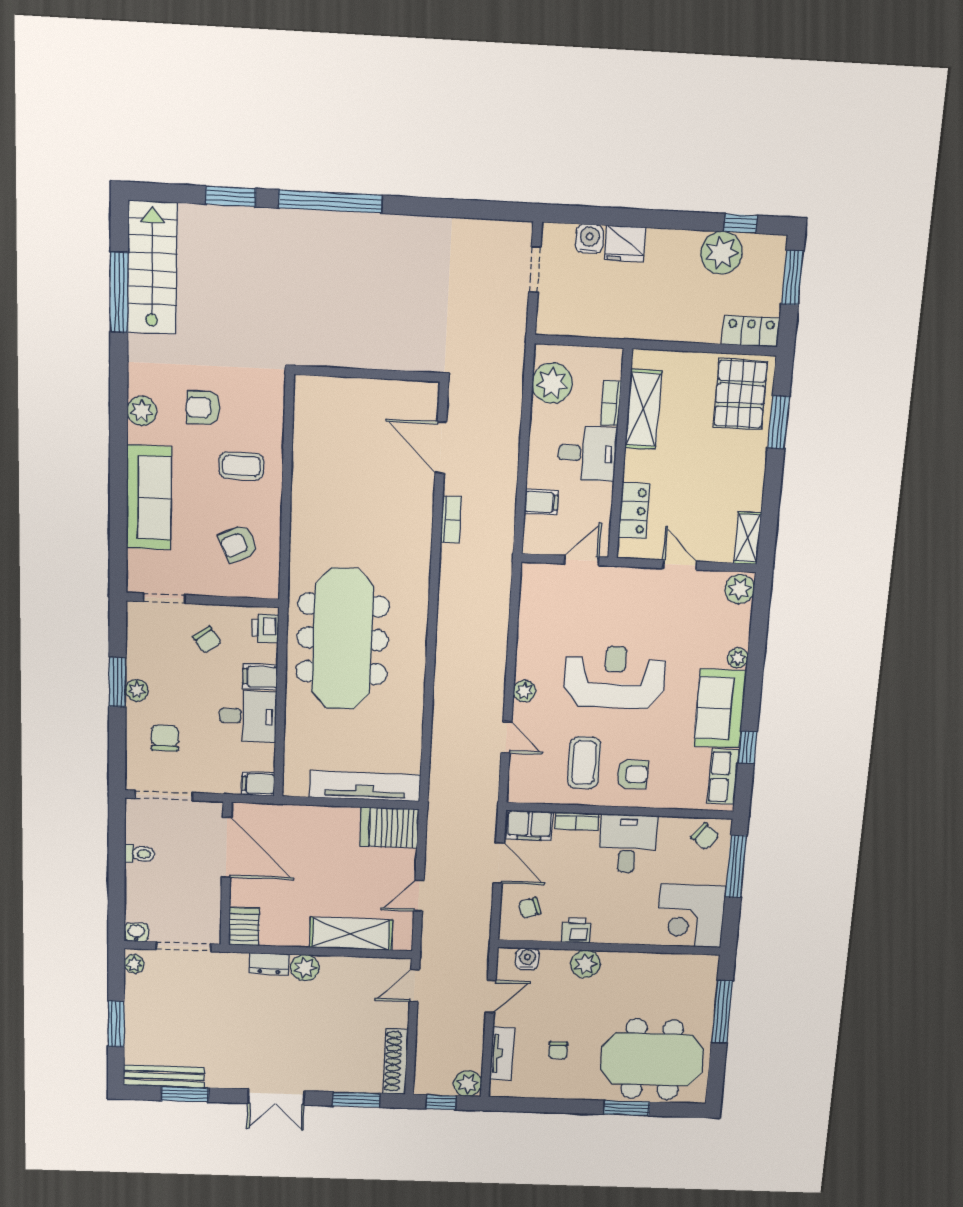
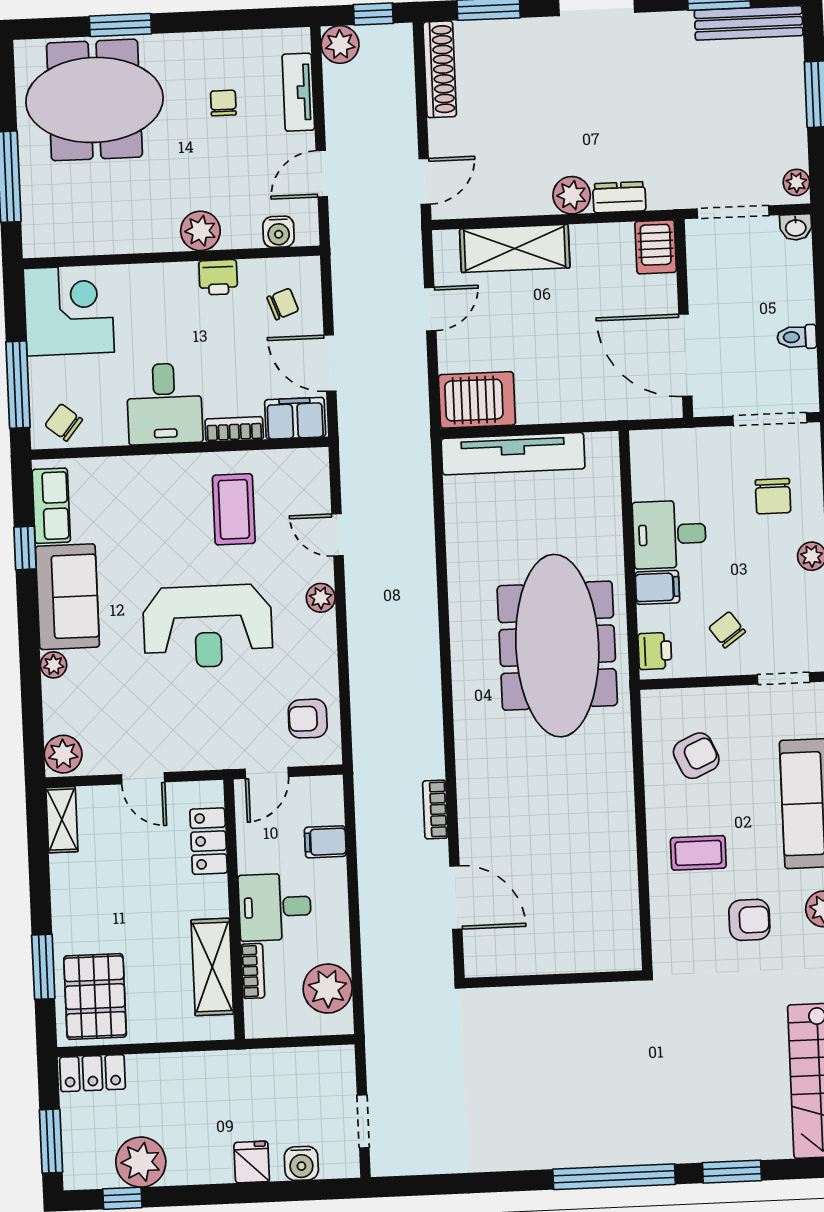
fridge: (625, 244) -> (252, 1162), width x0.72
armchair: (632, 774) -> (308, 719), moved
filing cabinet: (258, 784) -> (650, 445), removed

